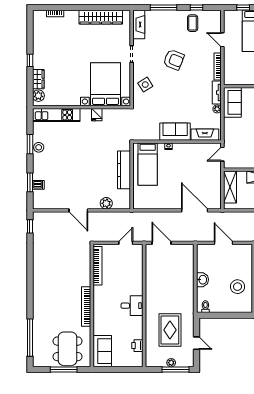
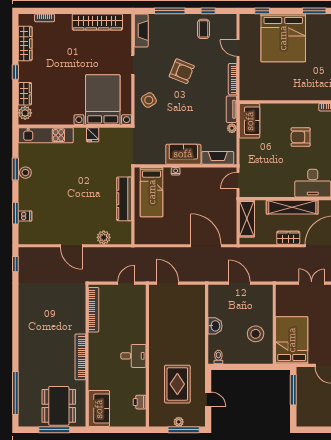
wardrobe: (38, 36) -> (25, 43), added

